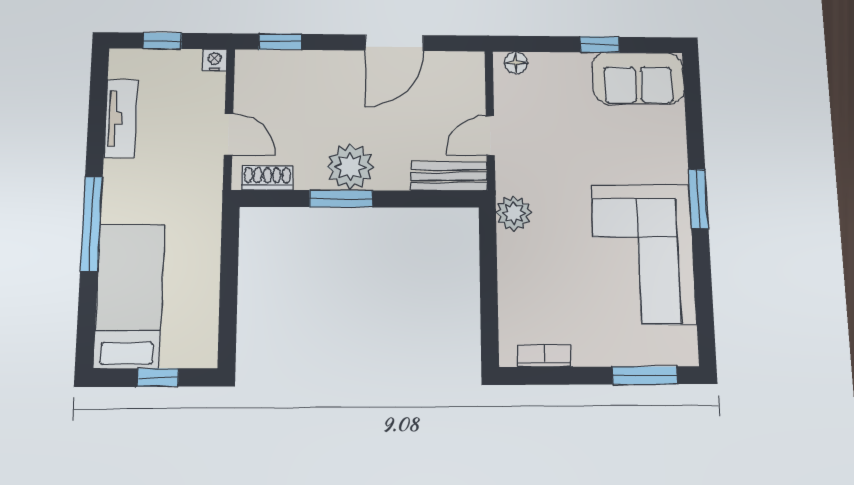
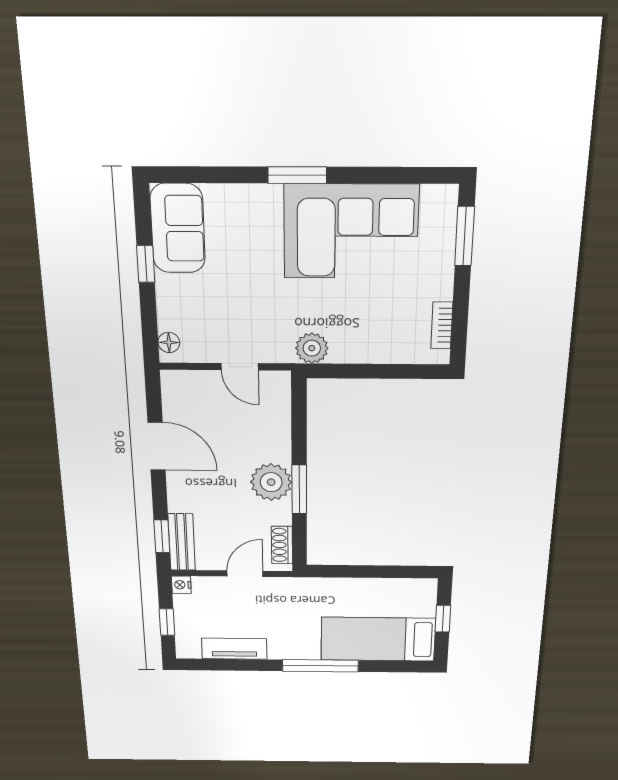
bench: (449, 176) -> (182, 542), moved

